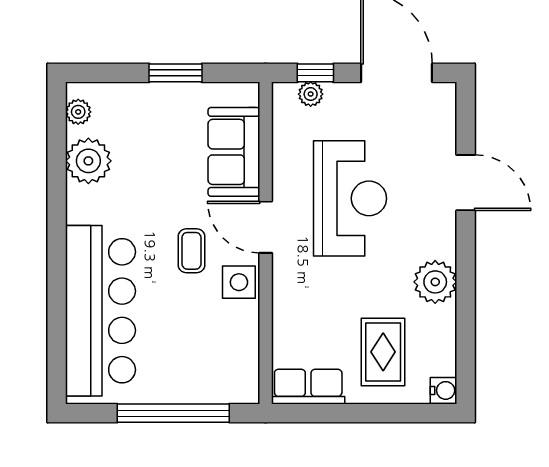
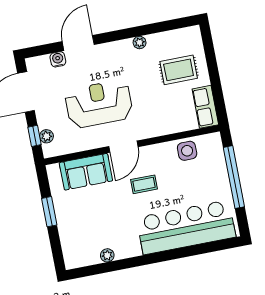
plant: (78, 112) -> (81, 260), removed
plant: (88, 161) -> (107, 255), width x0.53, depth x0.53
side table: (239, 282) -> (187, 151), moved
plant: (435, 282) -> (140, 42), width x0.53, depth x0.53
water cooler: (444, 390) -> (58, 59), moved

